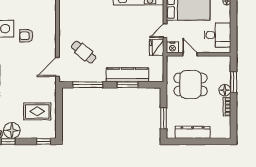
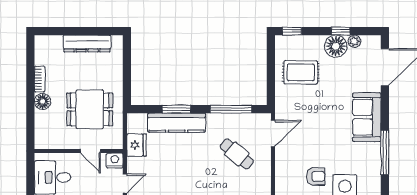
fridge: (157, 47) -> (137, 145), moved
window: (234, 82) -> (30, 113), removed
window: (164, 118) -> (127, 63), removed

